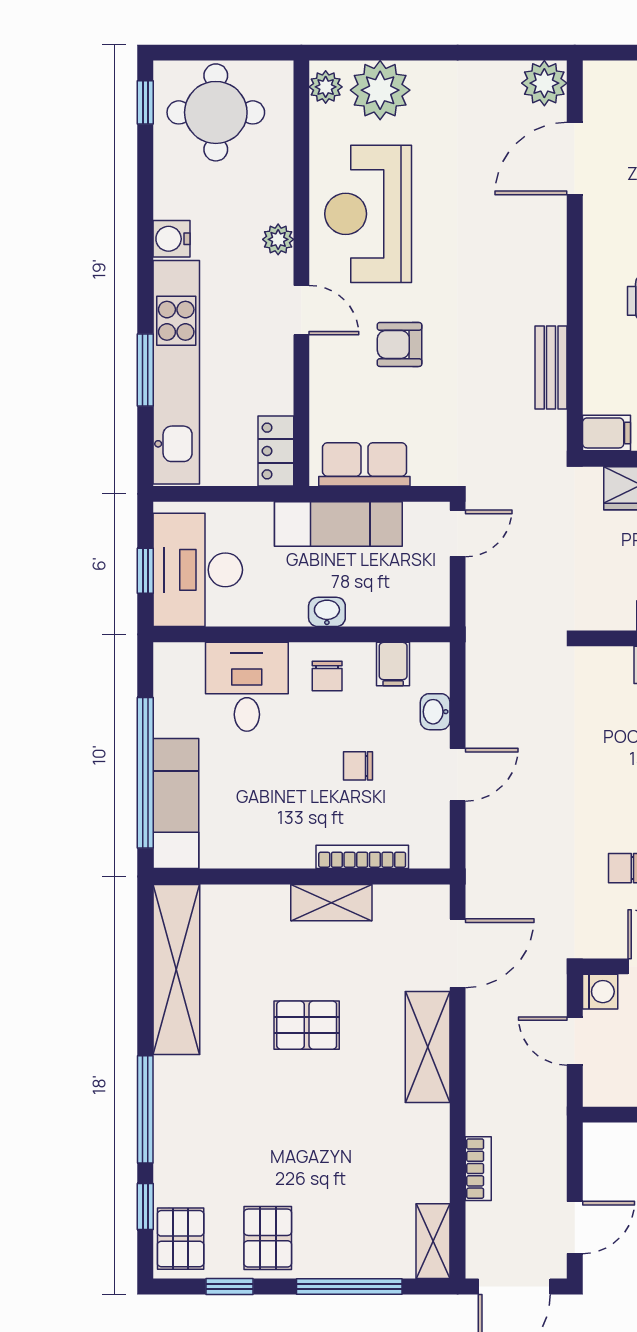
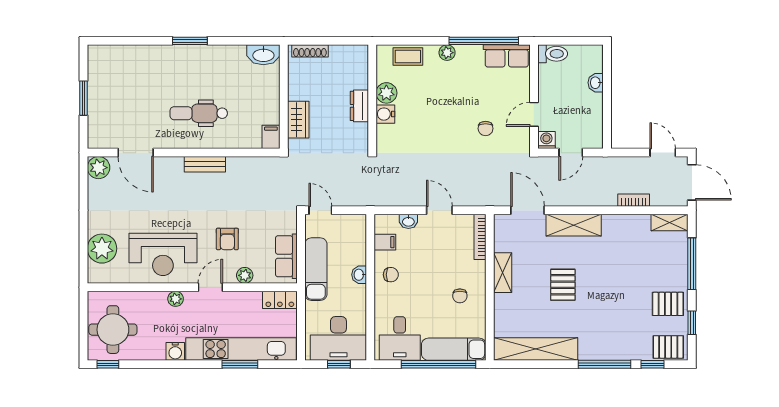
plant: (326, 87) -> (245, 275), moved
bench: (551, 368) -> (205, 164), moved
desk: (247, 687) -> (400, 338), moved, turned -90
chair: (358, 766) -> (460, 296), moved
bookcase: (362, 857) -> (480, 237), moved

